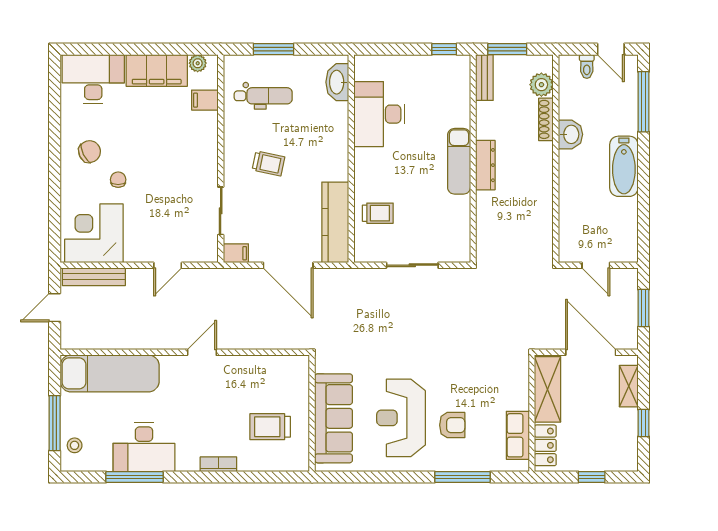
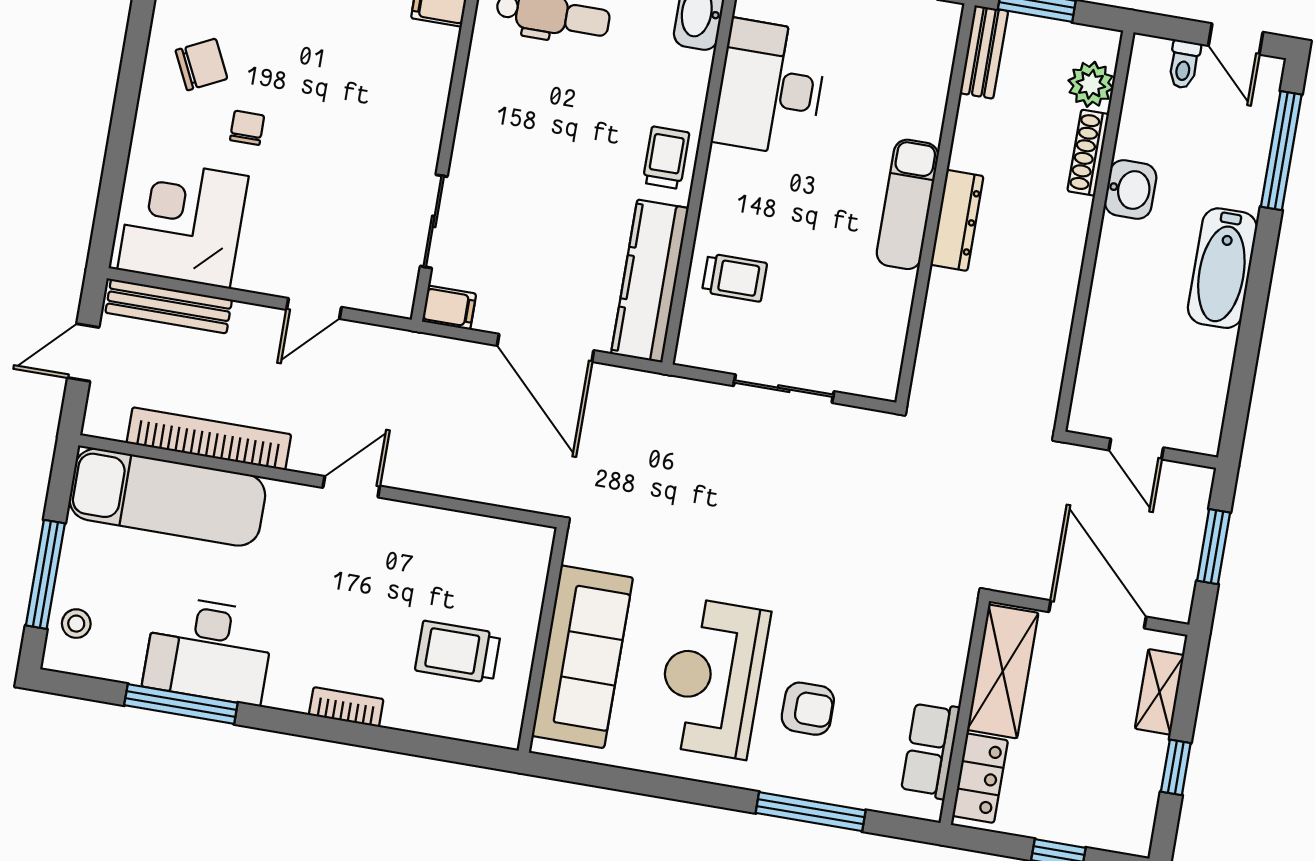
trolley: (268, 163) -> (666, 158), moved, turned -102
bookcase: (126, 340) -> (209, 439), added

